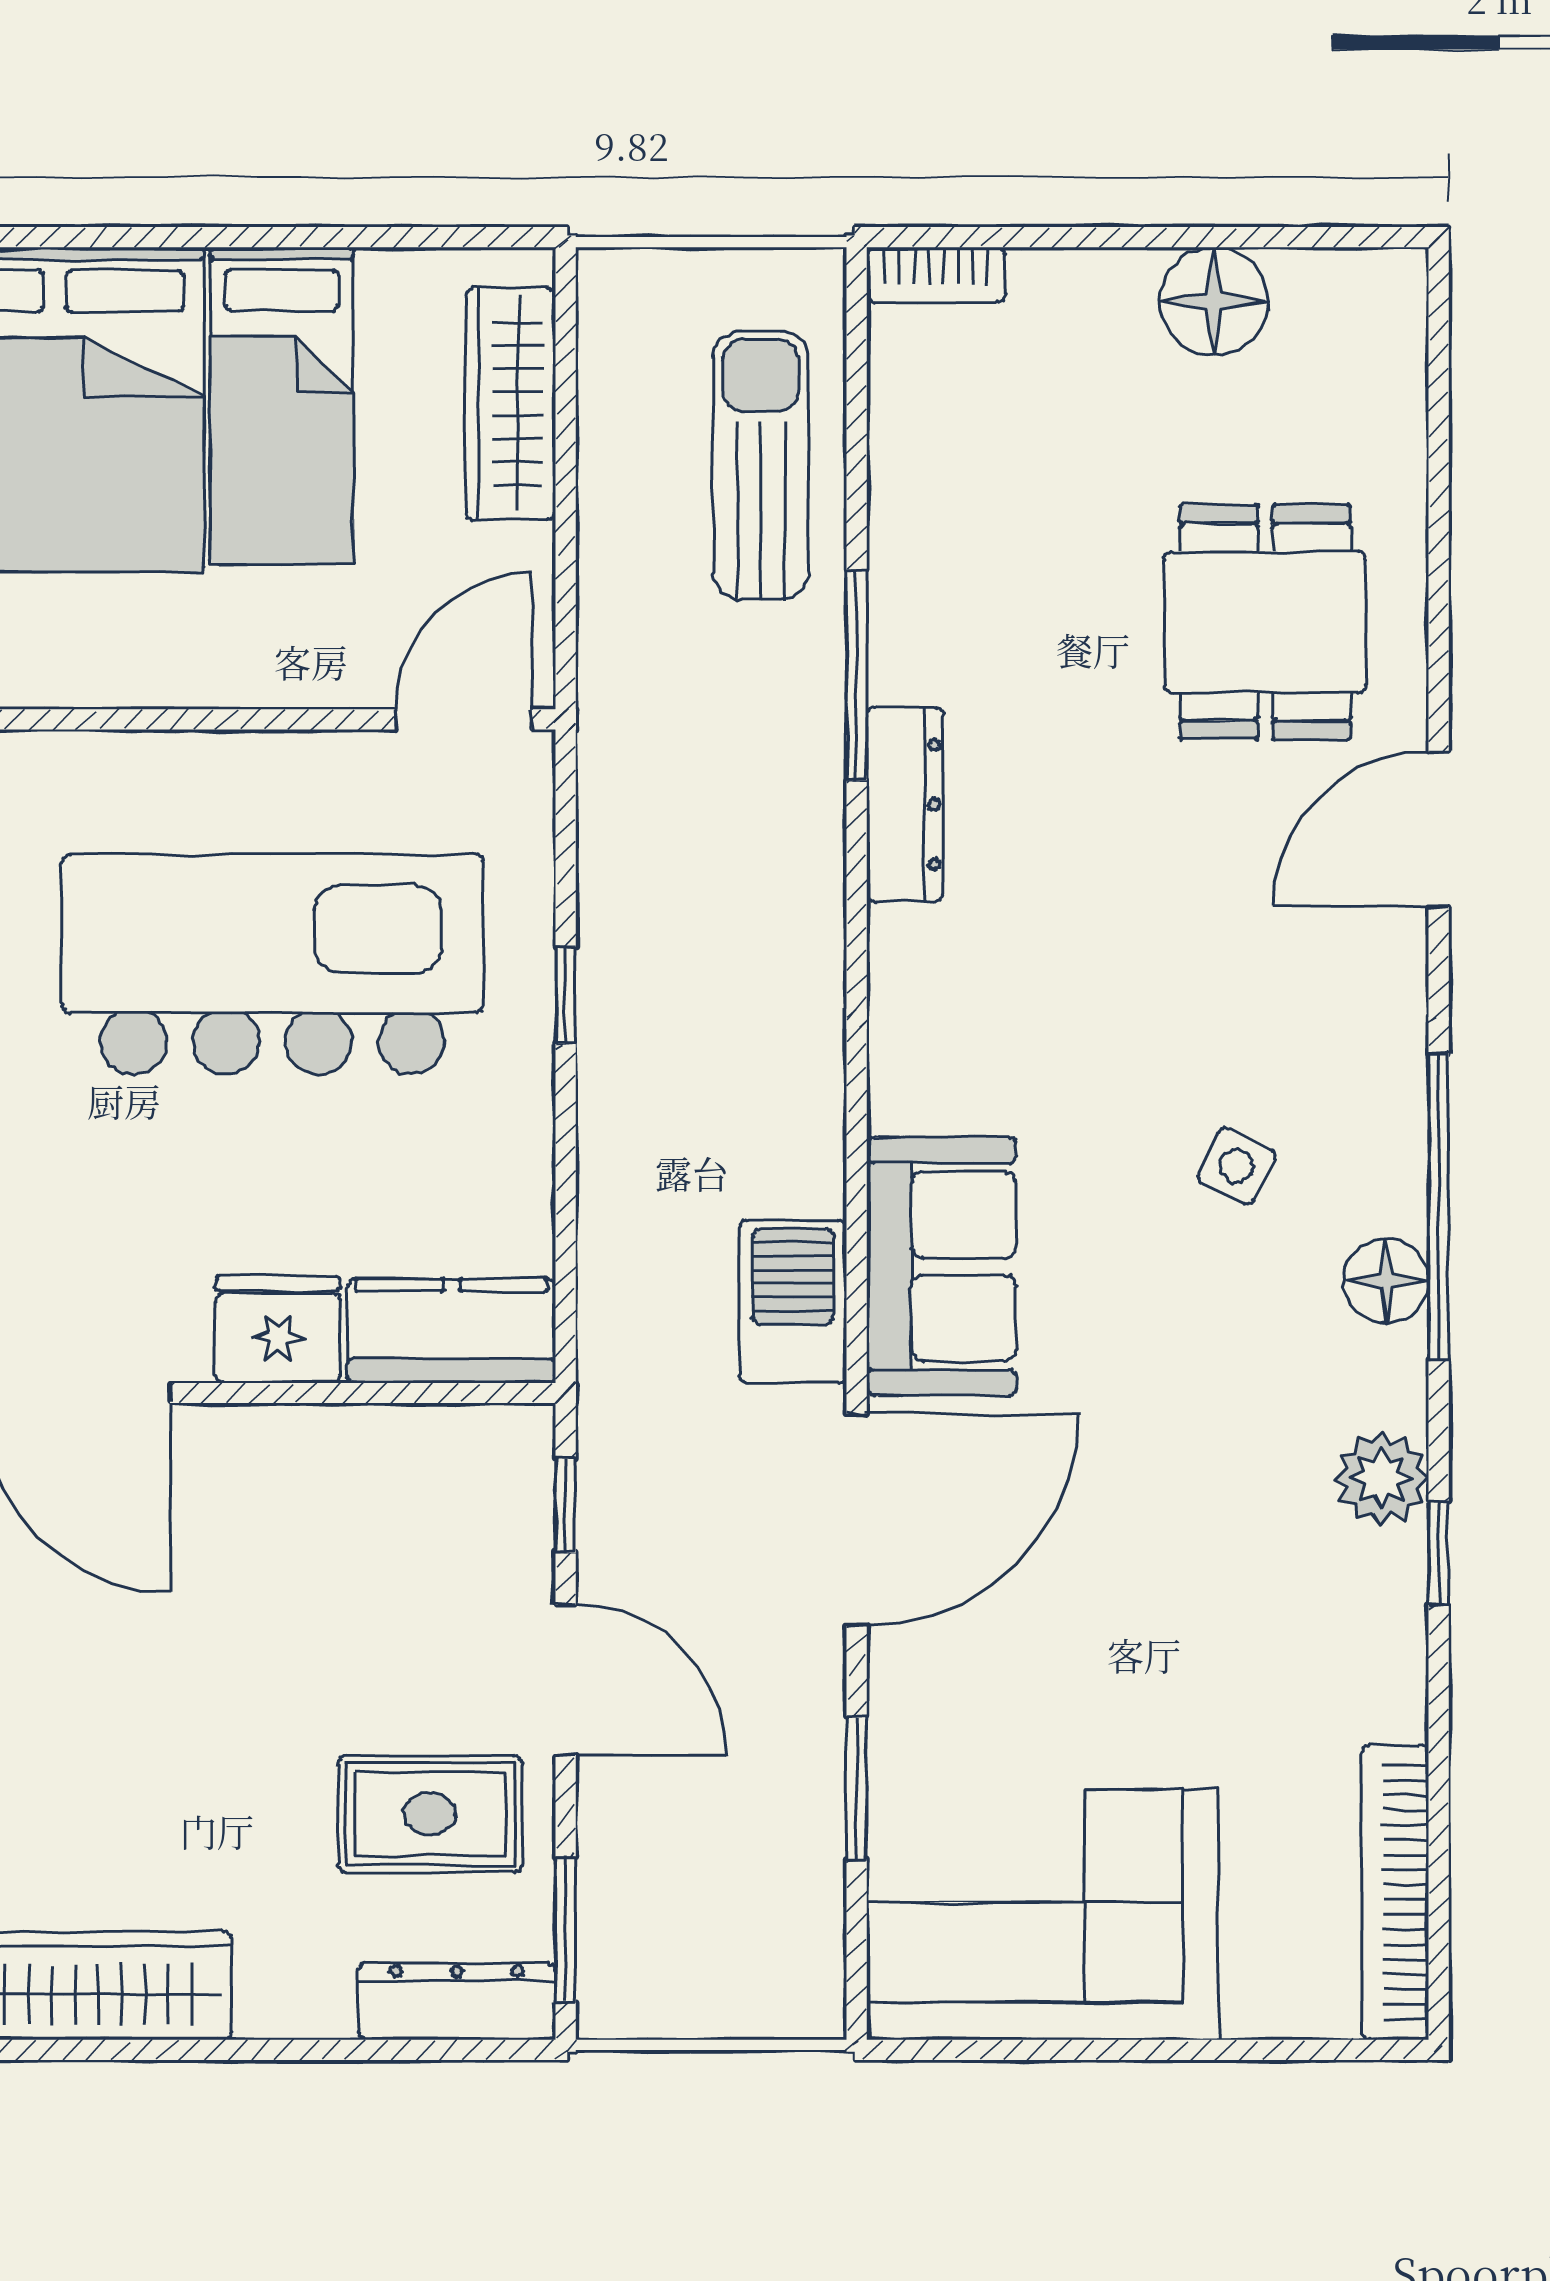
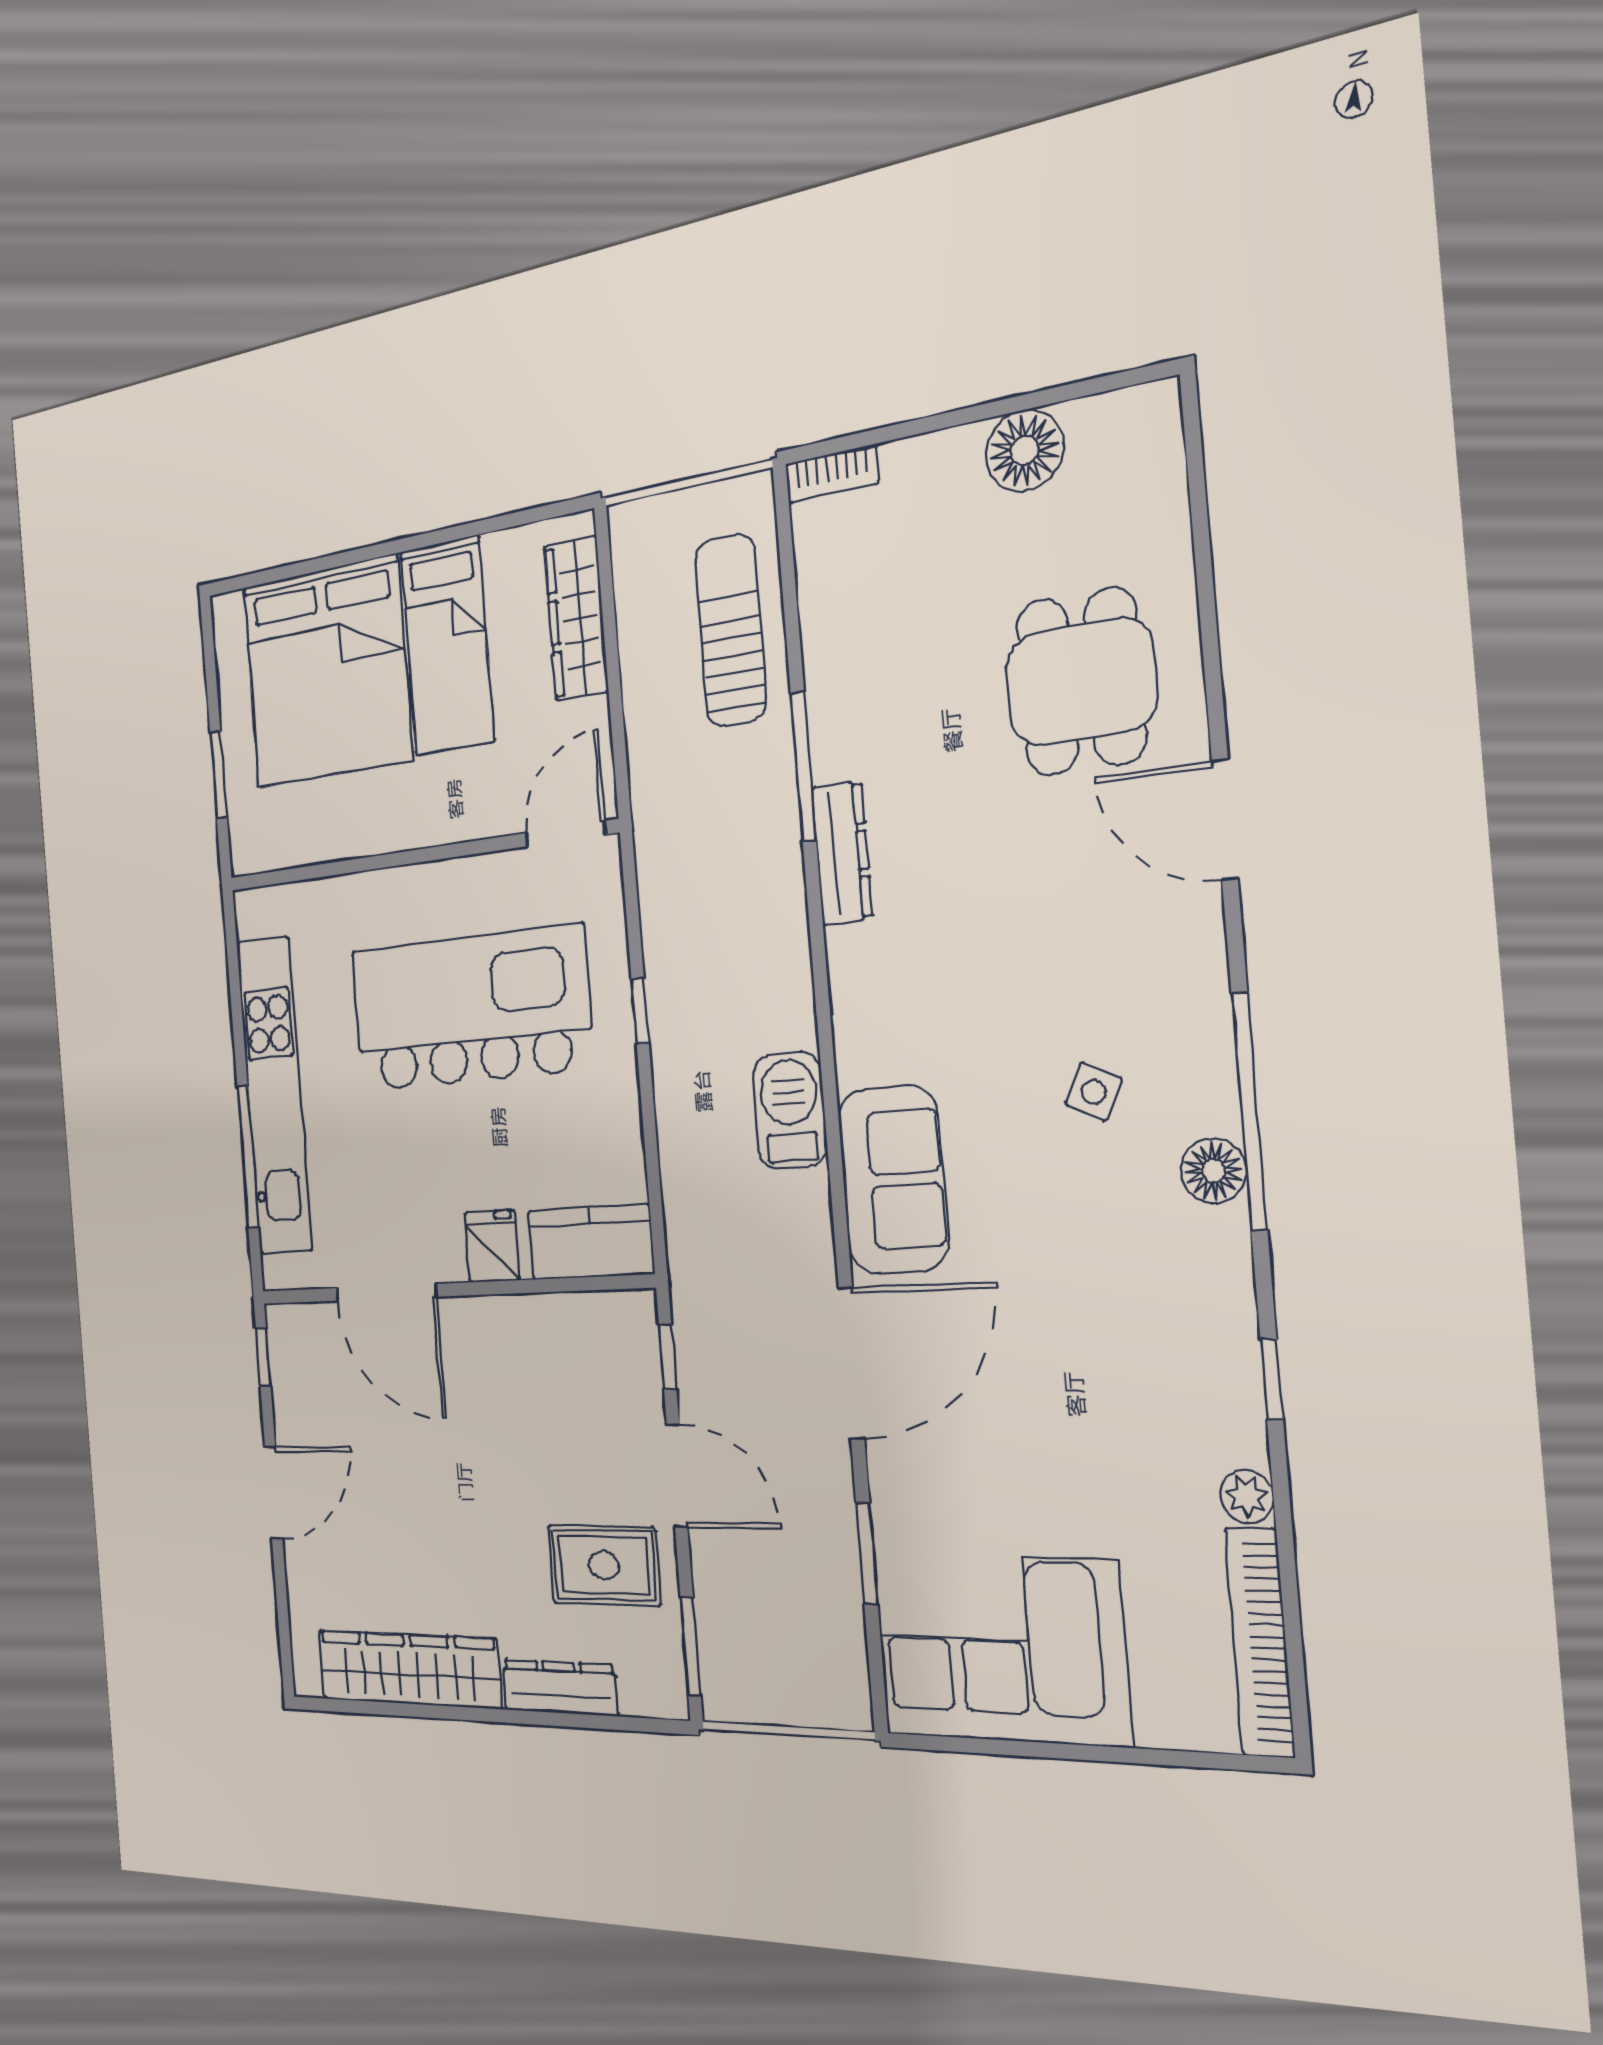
door: (1439, 829) -> (1225, 820), hinge flipped
barbecue: (793, 1301) -> (790, 1111), moved
fridge: (278, 1329) -> (492, 1246), width x0.72
plant: (1381, 1478) -> (1247, 1496), moved, width x0.73, depth x0.73
dresser: (457, 2001) -> (560, 1688), moved

